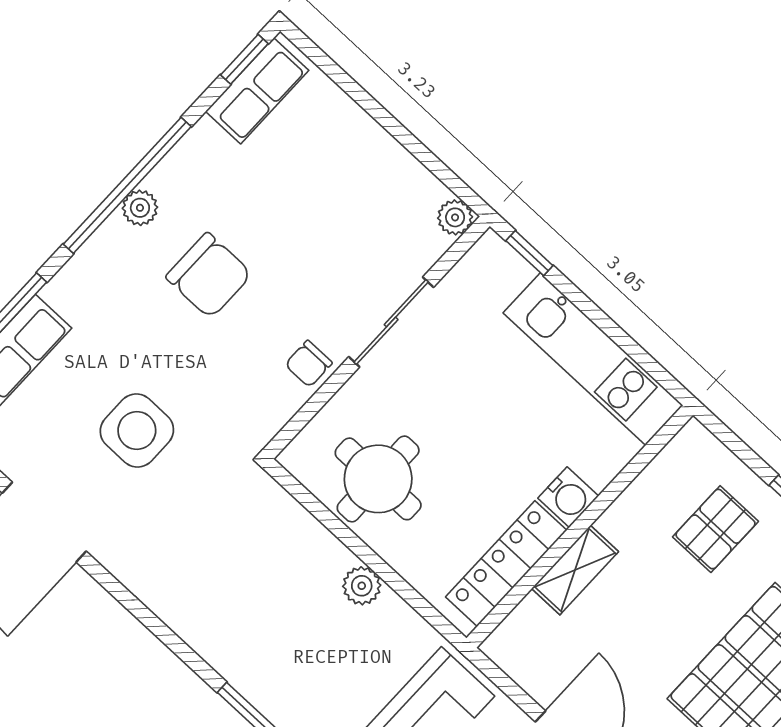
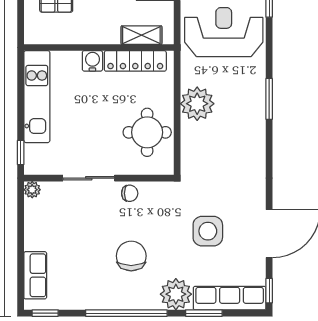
row of seats: (257, 91) -> (35, 275), moved, turned 90
plant: (140, 208) -> (176, 294), moved, width x1.87, depth x1.87
shelving: (575, 570) -> (141, 35), moved
plant: (362, 586) -> (197, 104), width x1.88, depth x1.88

